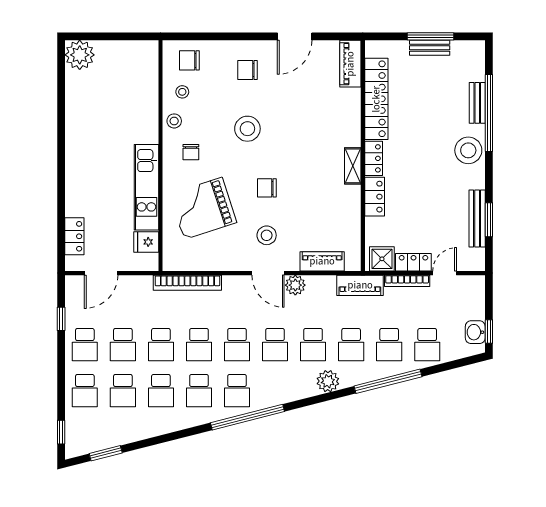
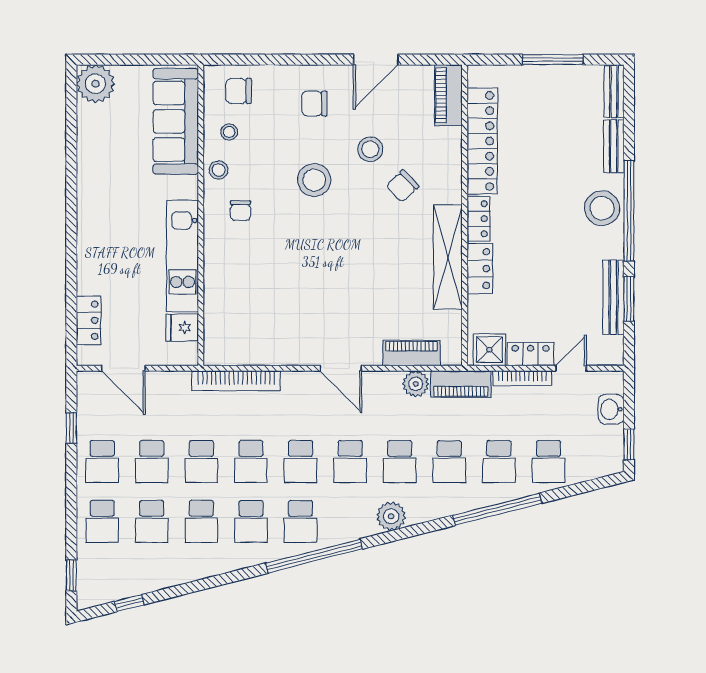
bench: (430, 48) -> (614, 92), moved, turned 90
sofa: (141, 84) -> (176, 121), added
window: (489, 113) -> (629, 211), moved
shelving: (353, 166) -> (448, 257), width x2.20, depth x1.33
chair: (267, 188) -> (403, 186), moved, turned -44
grand piano: (203, 208) -> (256, 284), removed
stool: (267, 235) -> (370, 149), moved
door: (101, 273) -> (123, 368), hinge flipped
plant: (295, 285) -> (416, 384), moved
washbasin: (475, 332) -> (611, 409), moved
plant: (328, 381) -> (391, 516), moved
window: (106, 453) -> (129, 603), width x0.67

